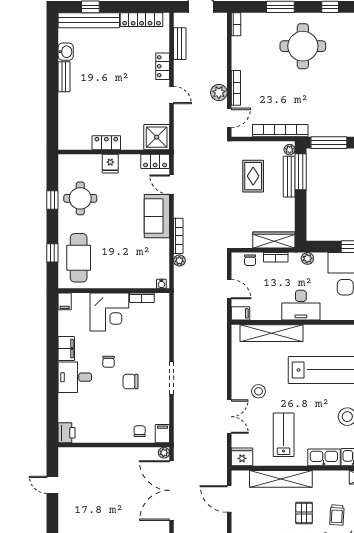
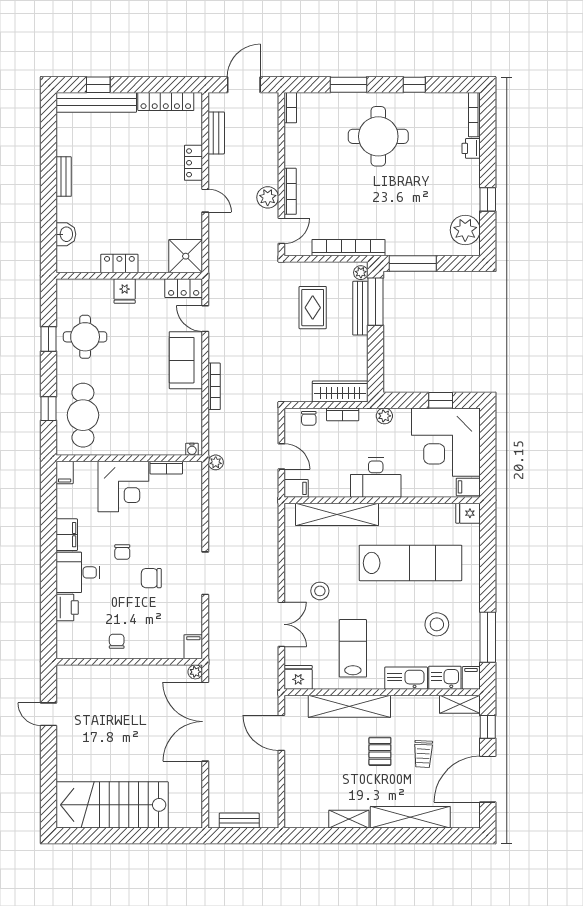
washbasin: (66, 52) -> (66, 234), moved
plant: (179, 261) -> (216, 462), moved
chair: (140, 431) -> (117, 641), moved
printer: (67, 433) -> (67, 608), moved

